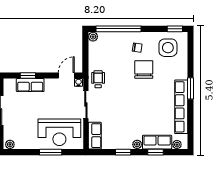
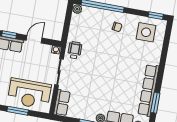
chair: (144, 69) -> (120, 49), removed
door: (66, 75) -> (34, 39), moved
window: (191, 88) -> (155, 103), moved

